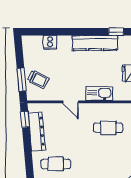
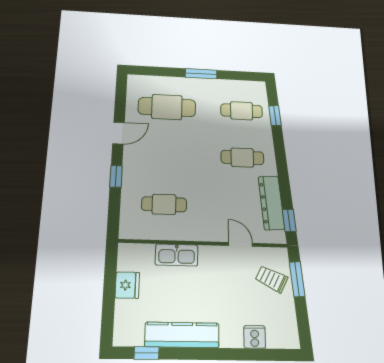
door: (71, 102) -> (241, 244), moved

